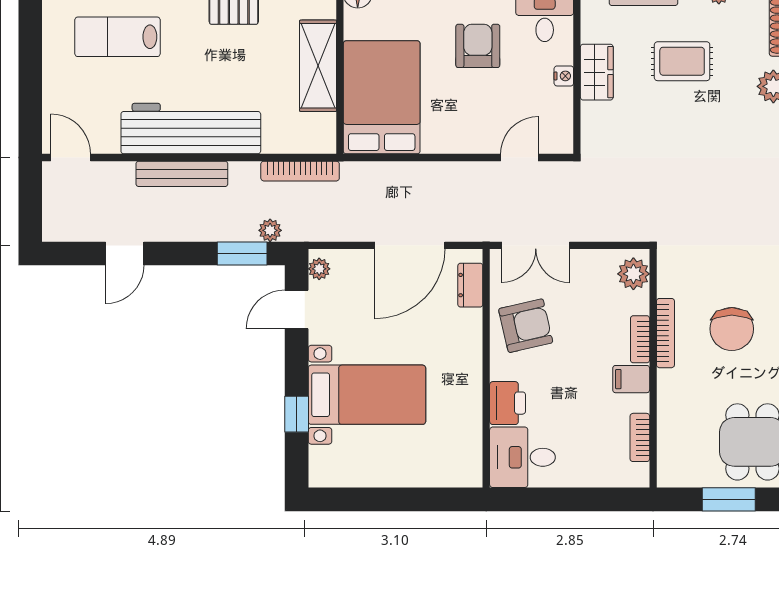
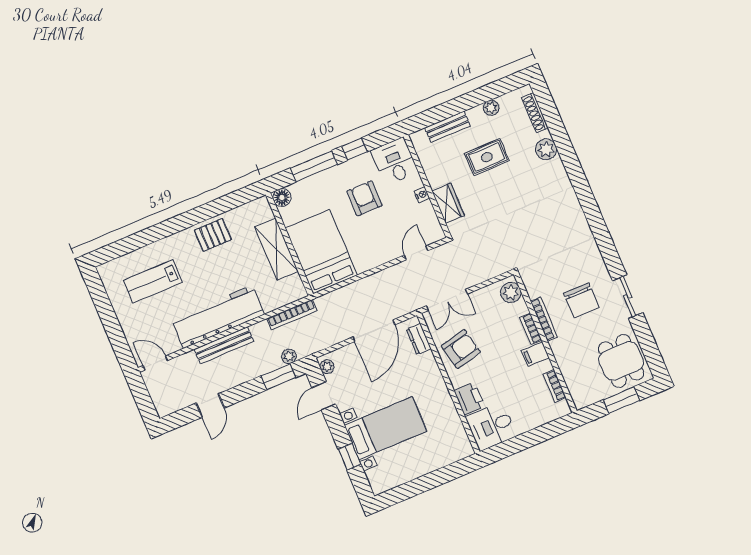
wardrobe: (597, 72) -> (448, 203), moved

